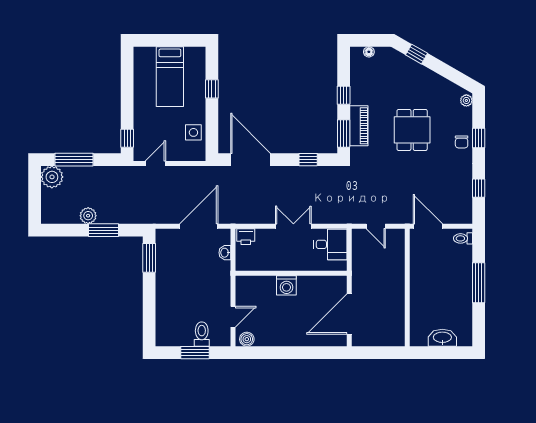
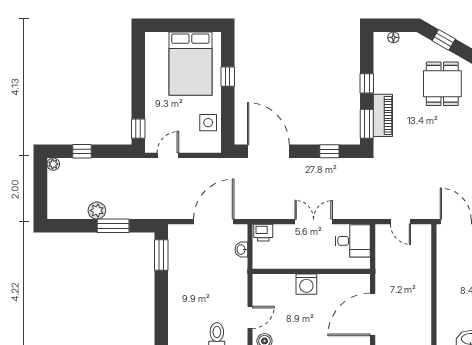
bed: (170, 77) -> (190, 64), width x1.50
dining table: (412, 130) -> (442, 84), moved
window: (74, 160) -> (82, 151), width x0.46
plant: (52, 177) -> (53, 164), width x0.53, depth x0.53

